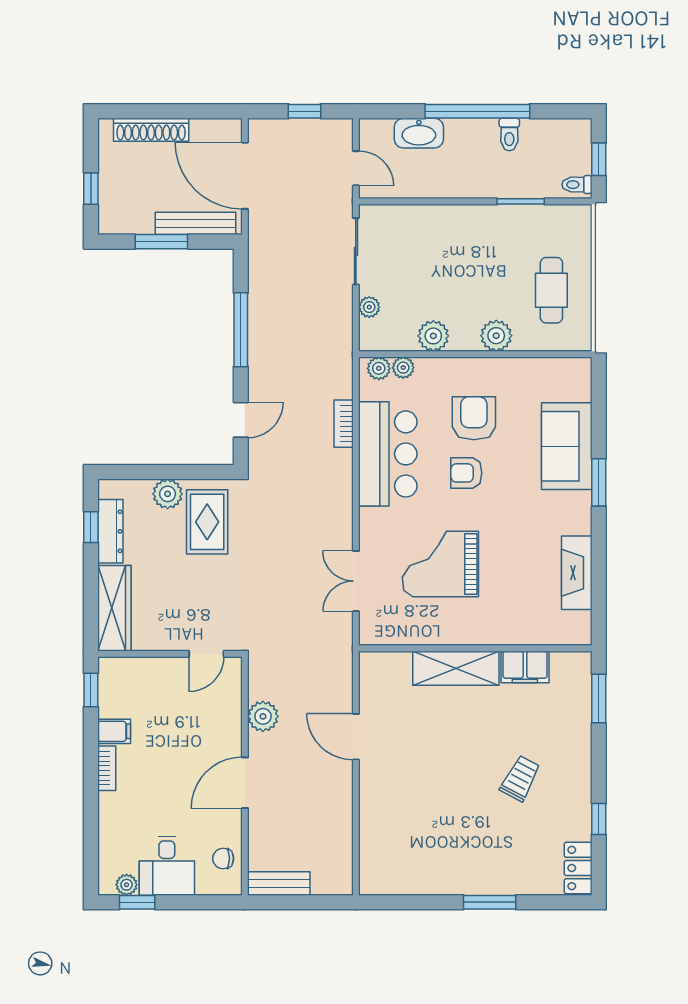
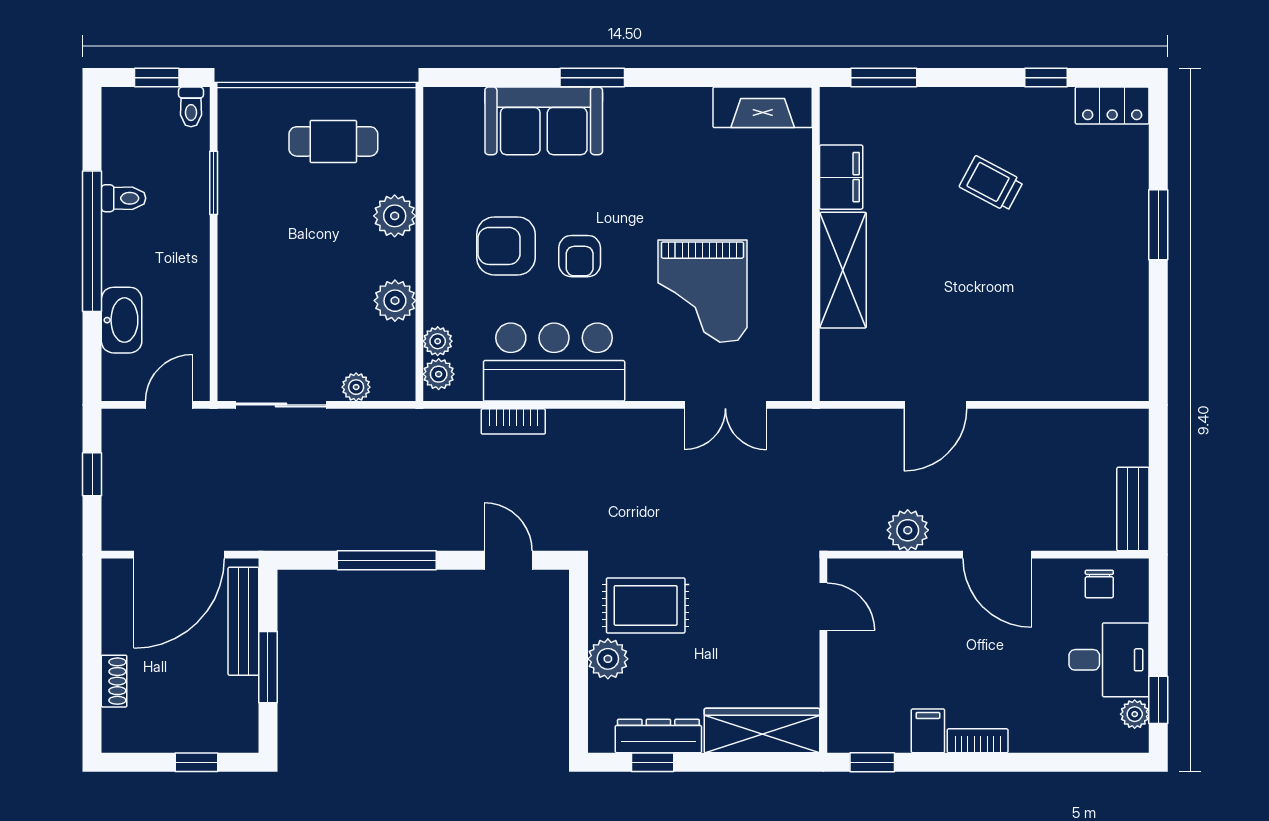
shoe rack: (151, 130) -> (114, 681), width x0.51, depth x0.81
fireplace: (577, 573) -> (763, 107), moved

